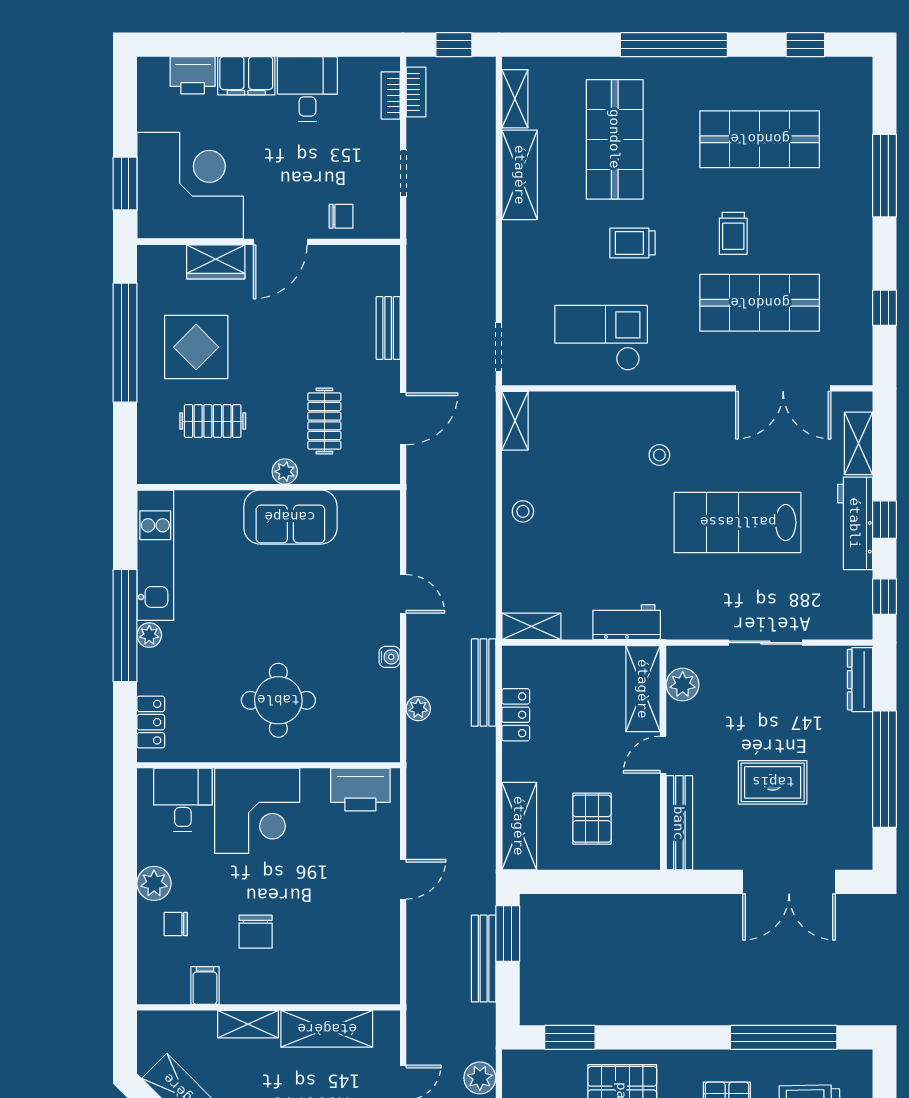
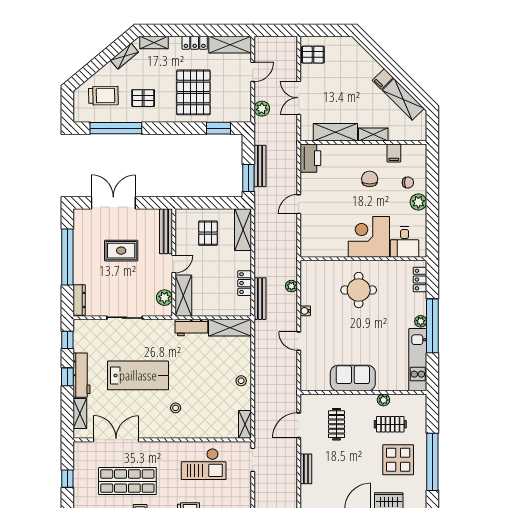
plant: (285, 472) -> (383, 400), moved
shelving: (531, 626) -> (230, 328), width x1.50, depth x1.33
printer: (360, 790) -> (310, 158), moved, turned 90

